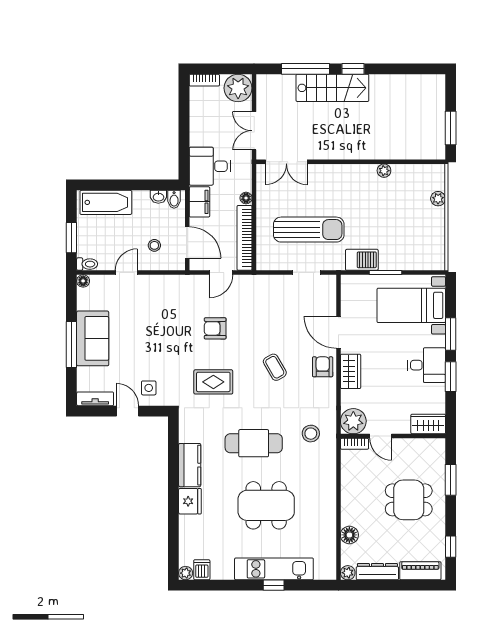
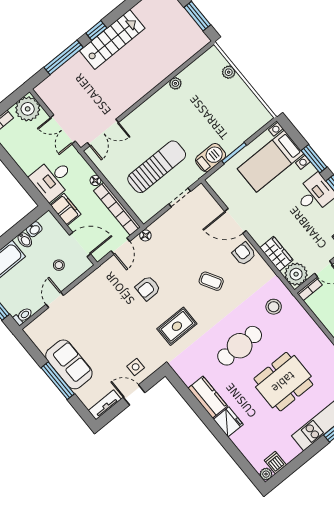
stairs: (332, 88) -> (112, 39), moved
bidet: (174, 199) -> (25, 240), moved
floor lamp: (83, 281) -> (145, 235), moved
wardrobe: (351, 371) -> (276, 254), moved

